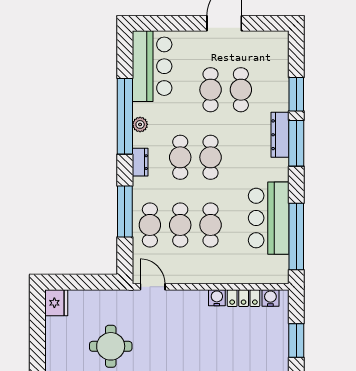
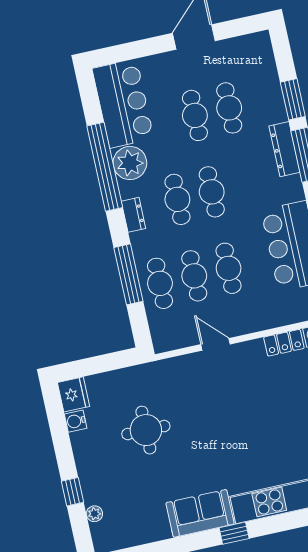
plant: (140, 124) -> (130, 163), width x1.87, depth x1.87
door: (153, 287) -> (215, 344), moved
water cooler: (217, 298) -> (76, 421), moved, turned -90

